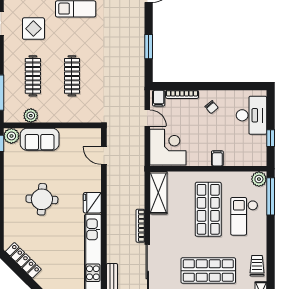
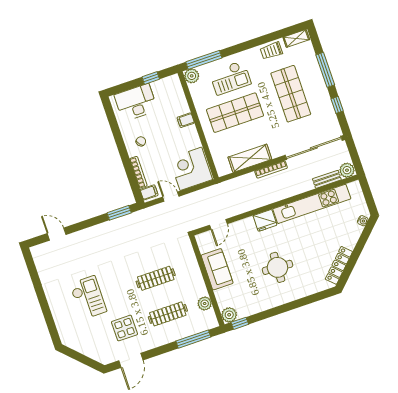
window: (149, 47) -> (119, 213), moved
door: (147, 118) -> (171, 197), hinge flipped
sofa: (40, 139) -> (217, 269), moved
shelving: (158, 193) -> (250, 158), moved

